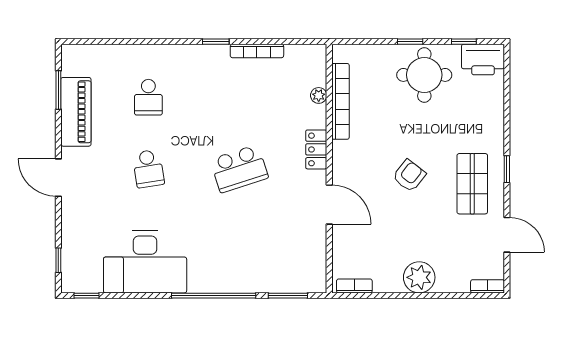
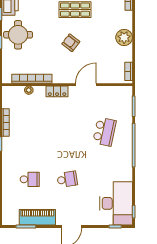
school desk: (239, 169) -> (104, 132), moved, turned 30
desk: (145, 262) -> (116, 203), moved

